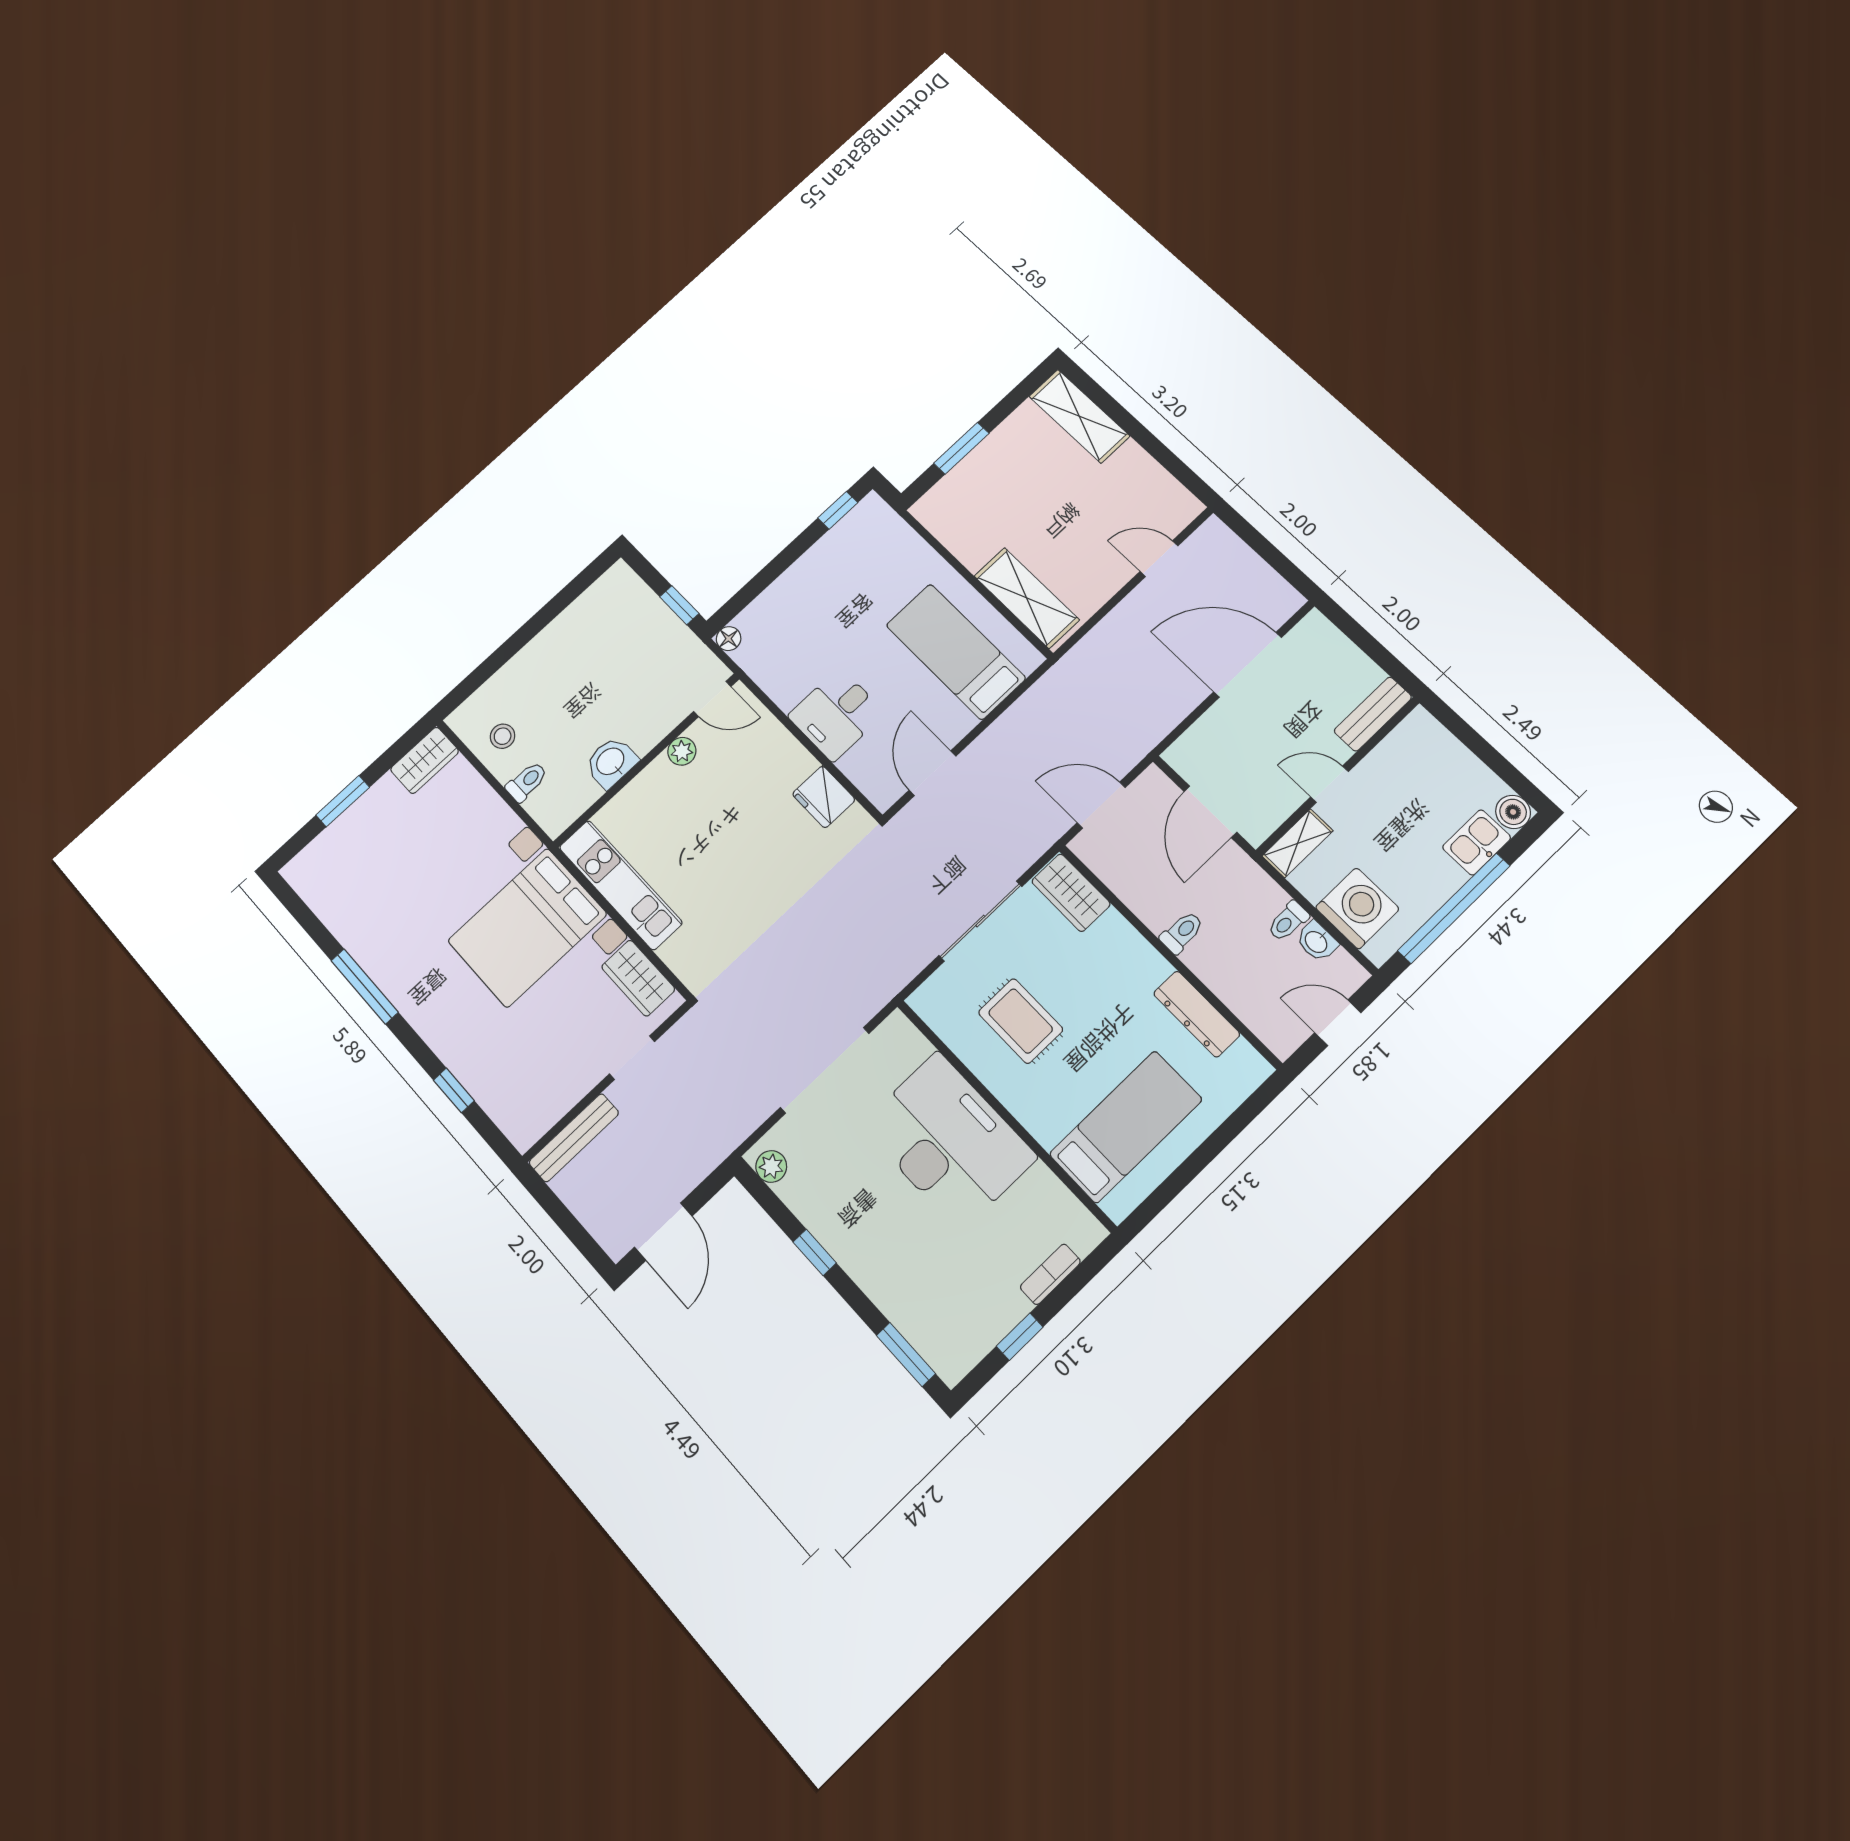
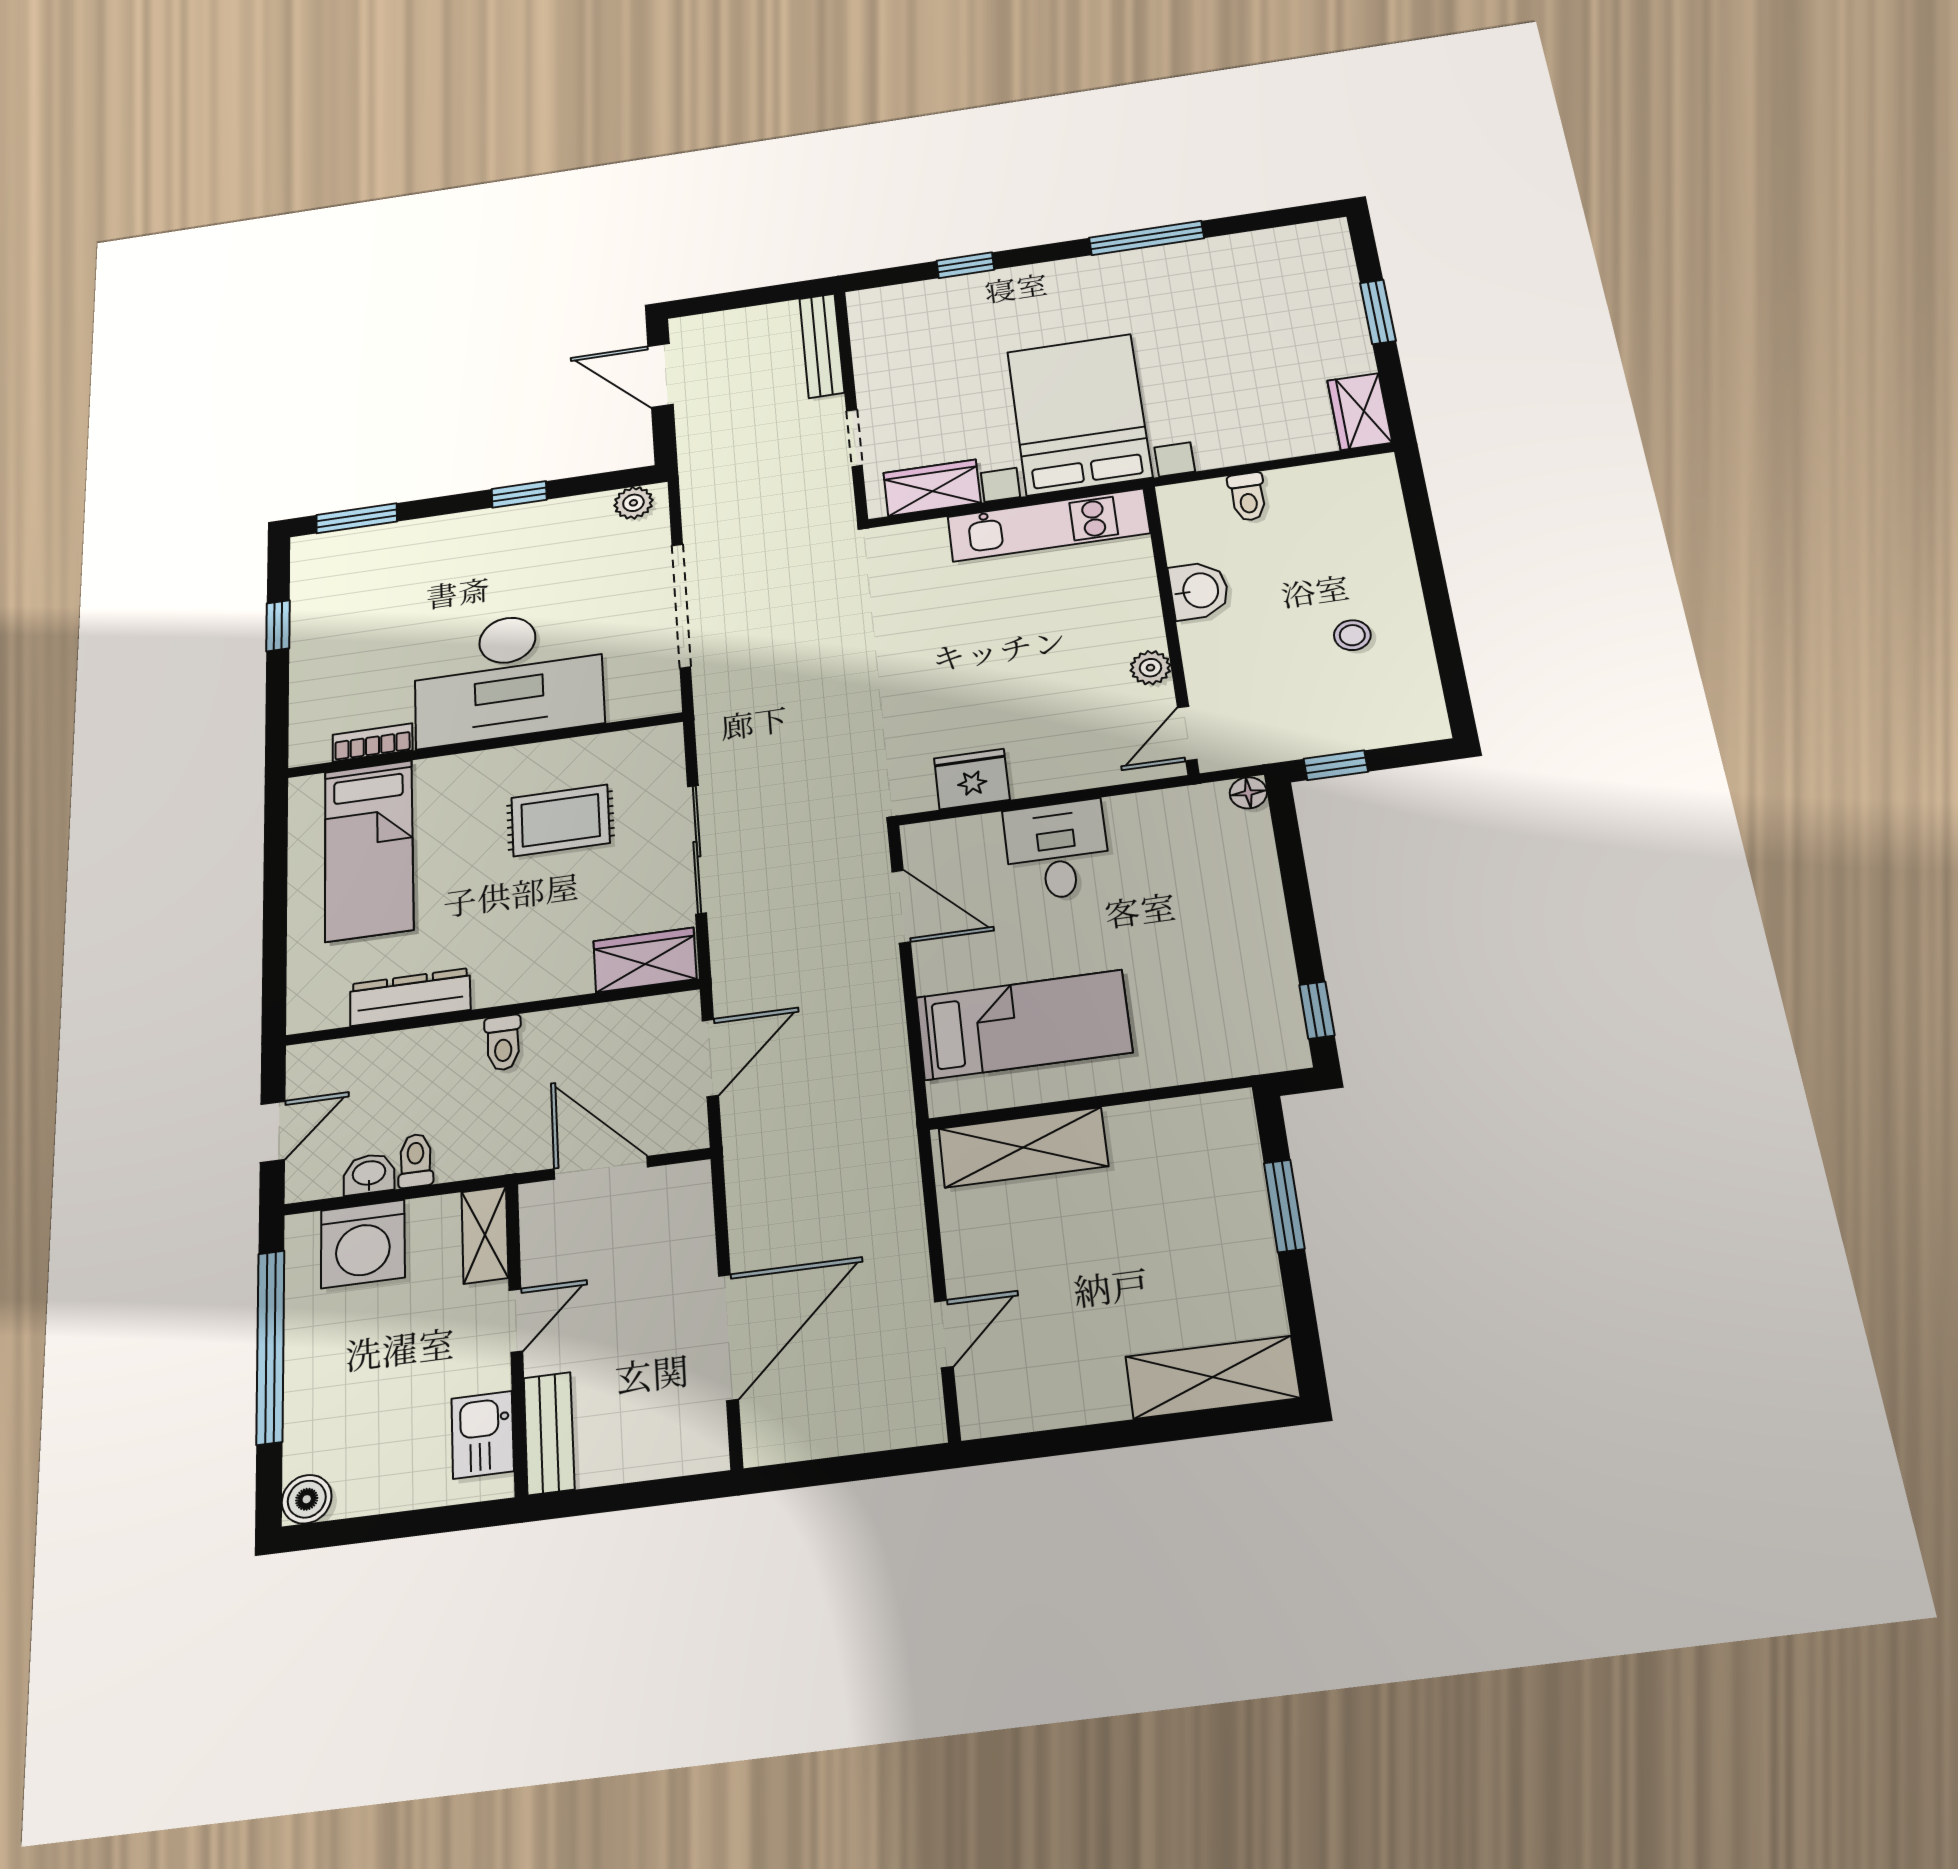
stool: (503, 736) -> (1352, 635), moved
kitchen sink: (1477, 842) -> (483, 1435), moved, turned 180
bookcase: (1050, 1274) -> (373, 742), moved, turned -90

